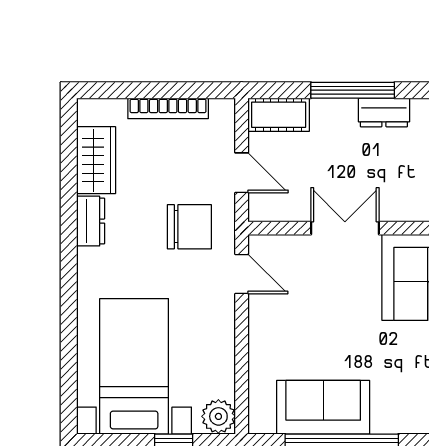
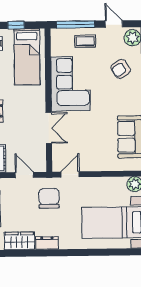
door: (242, 173) -> (24, 175), hinge flipped
double door: (345, 228) -> (49, 128), swing flipped

